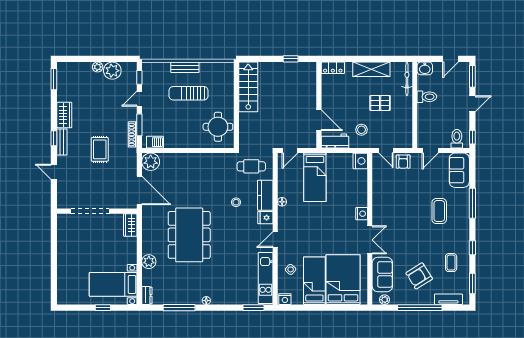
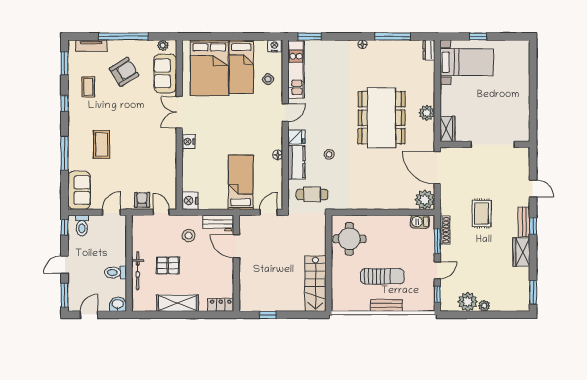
bicycle: (407, 79) -> (138, 271), moved
plant: (149, 262) -> (427, 113), moved

